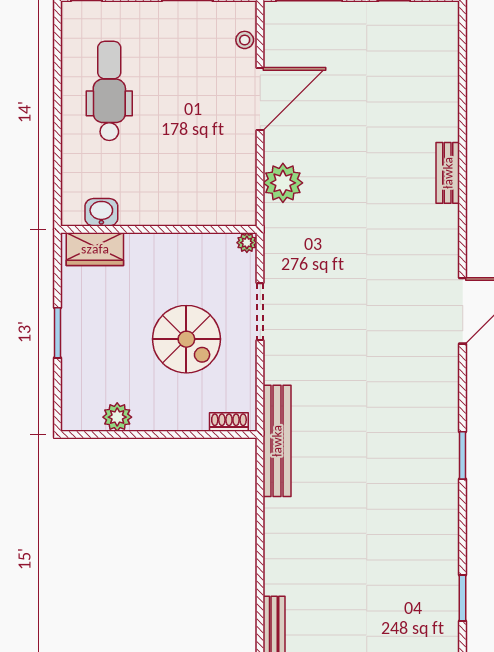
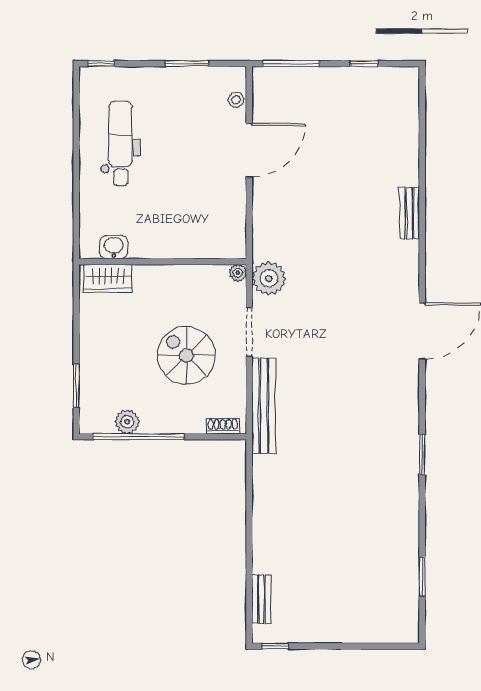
plant: (283, 183) -> (269, 278), moved
window: (57, 333) -> (76, 386), moved
spiral stairs: (186, 339) -> (186, 355), turned 180
window: (131, 435) -> (139, 437), added
bench: (277, 441) -> (264, 406), moved

